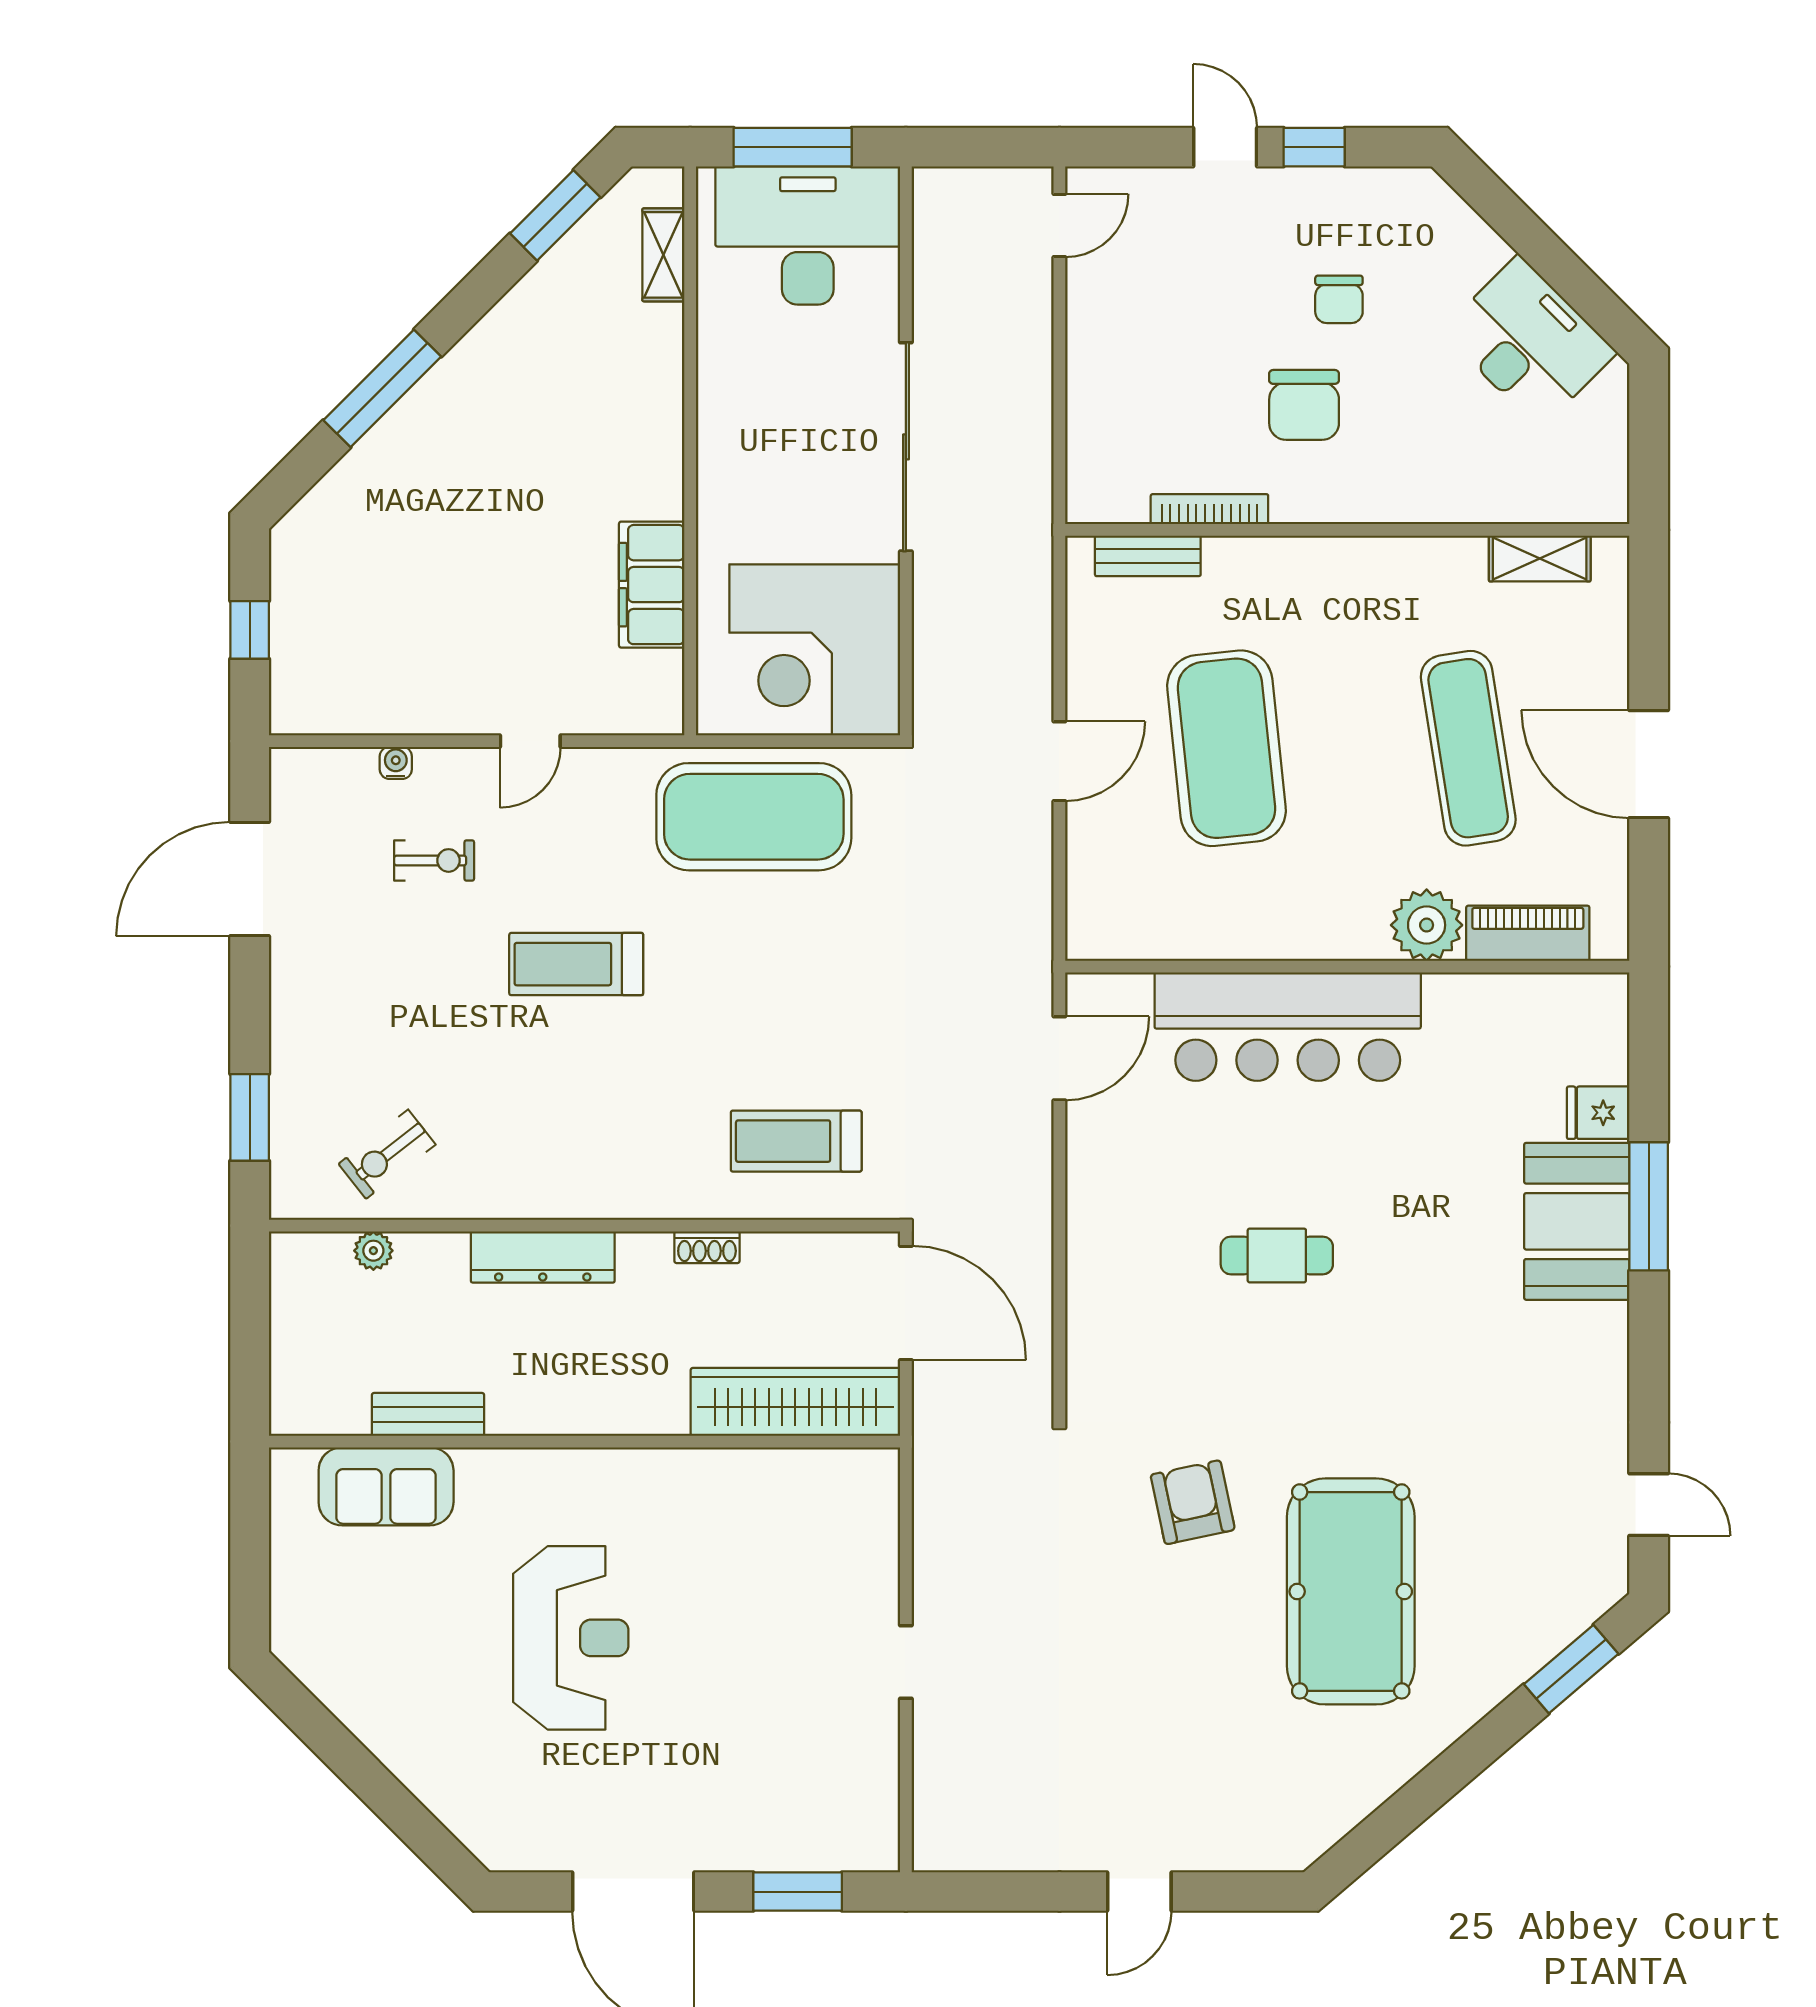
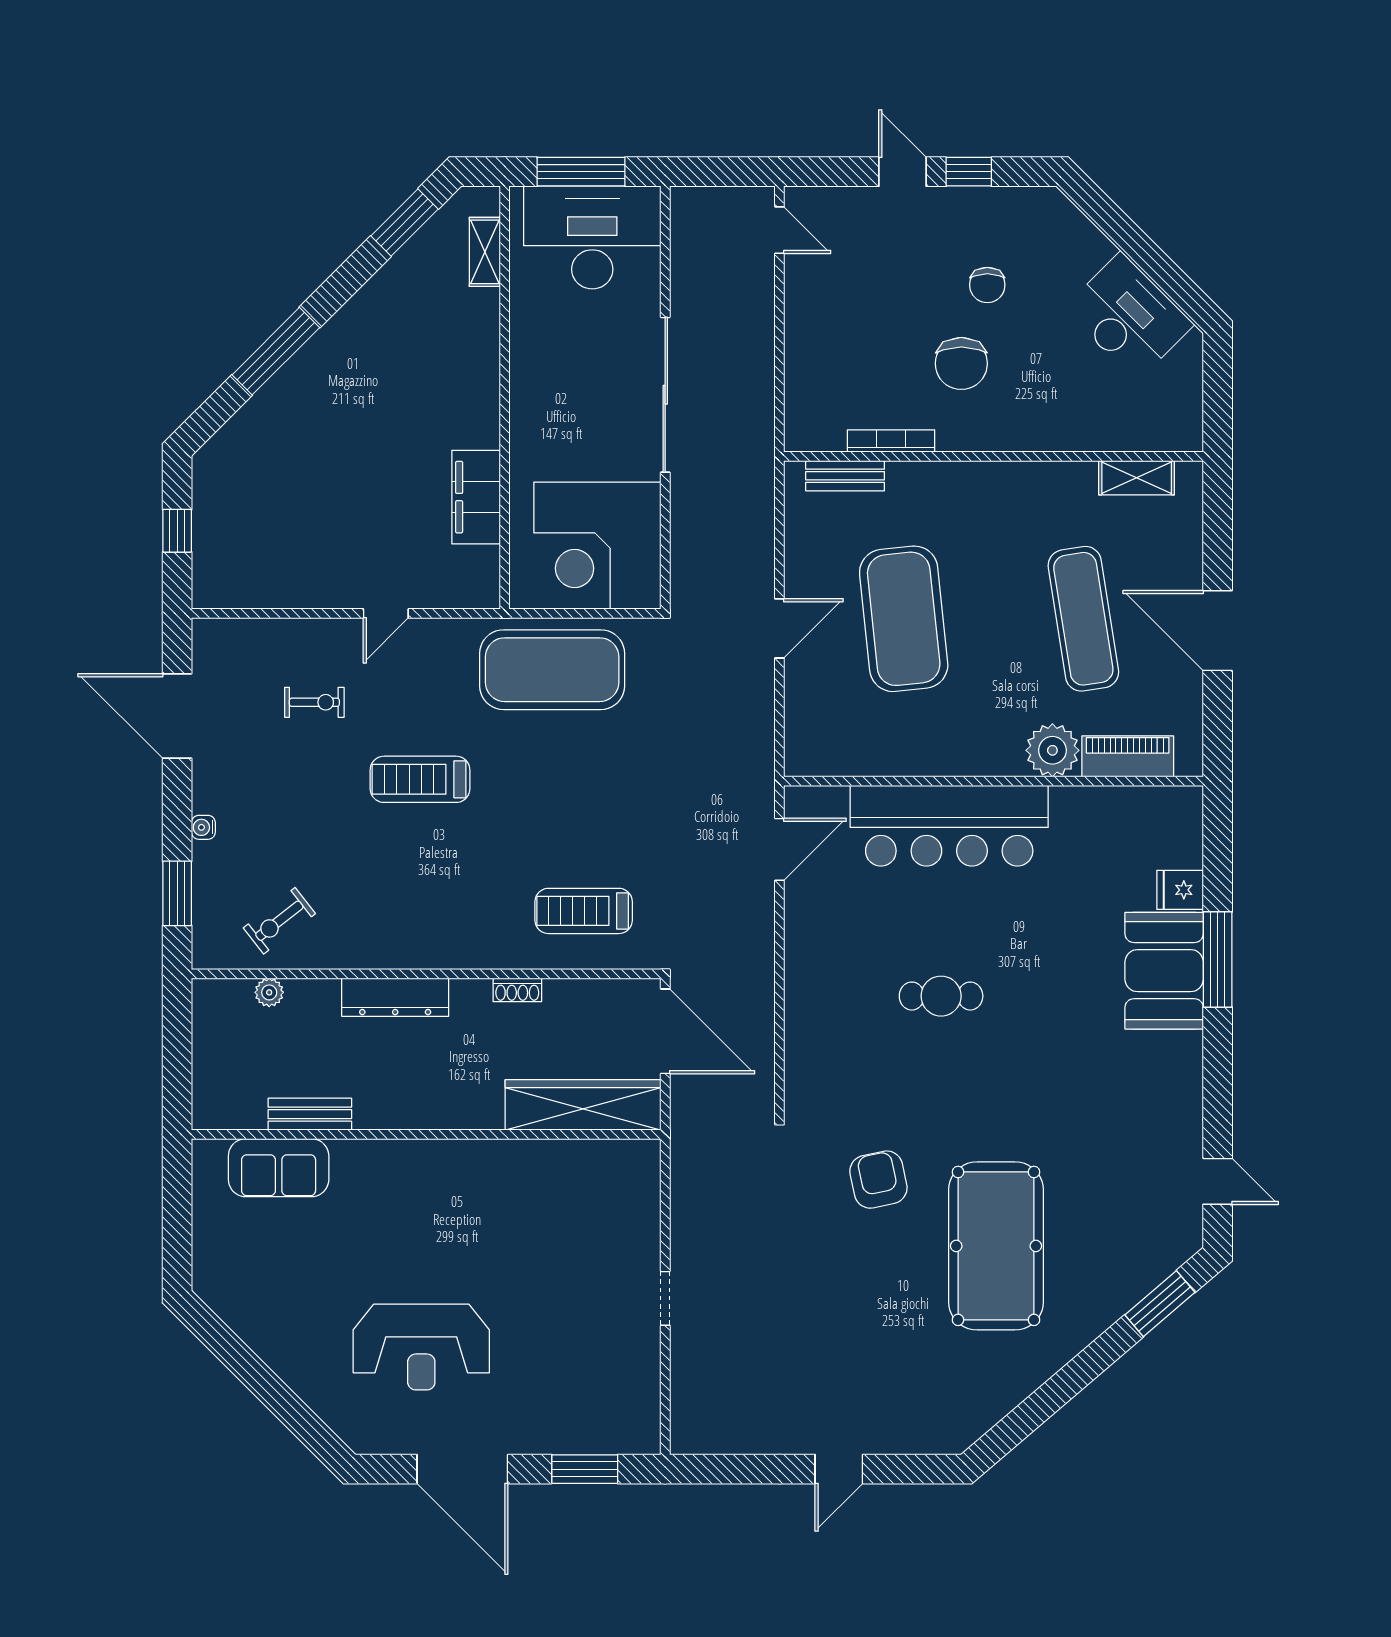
door: (1059, 226) -> (779, 230), hinge flipped
water cooler: (396, 763) -> (203, 827), moved, turned -90
door: (250, 879) -> (177, 716), hinge flipped
reception desk: (571, 1638) -> (421, 1347), moved, turned 90

